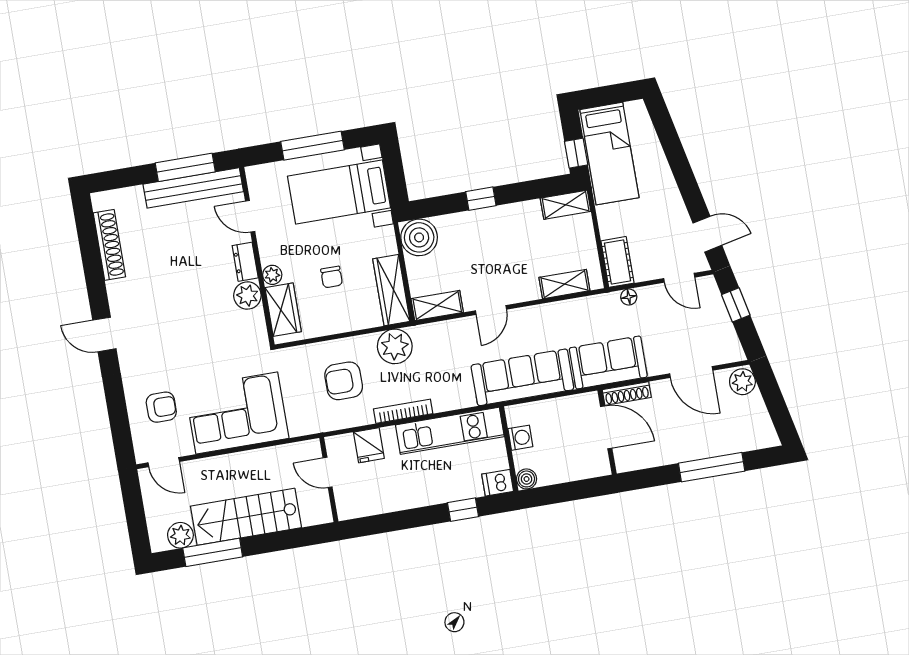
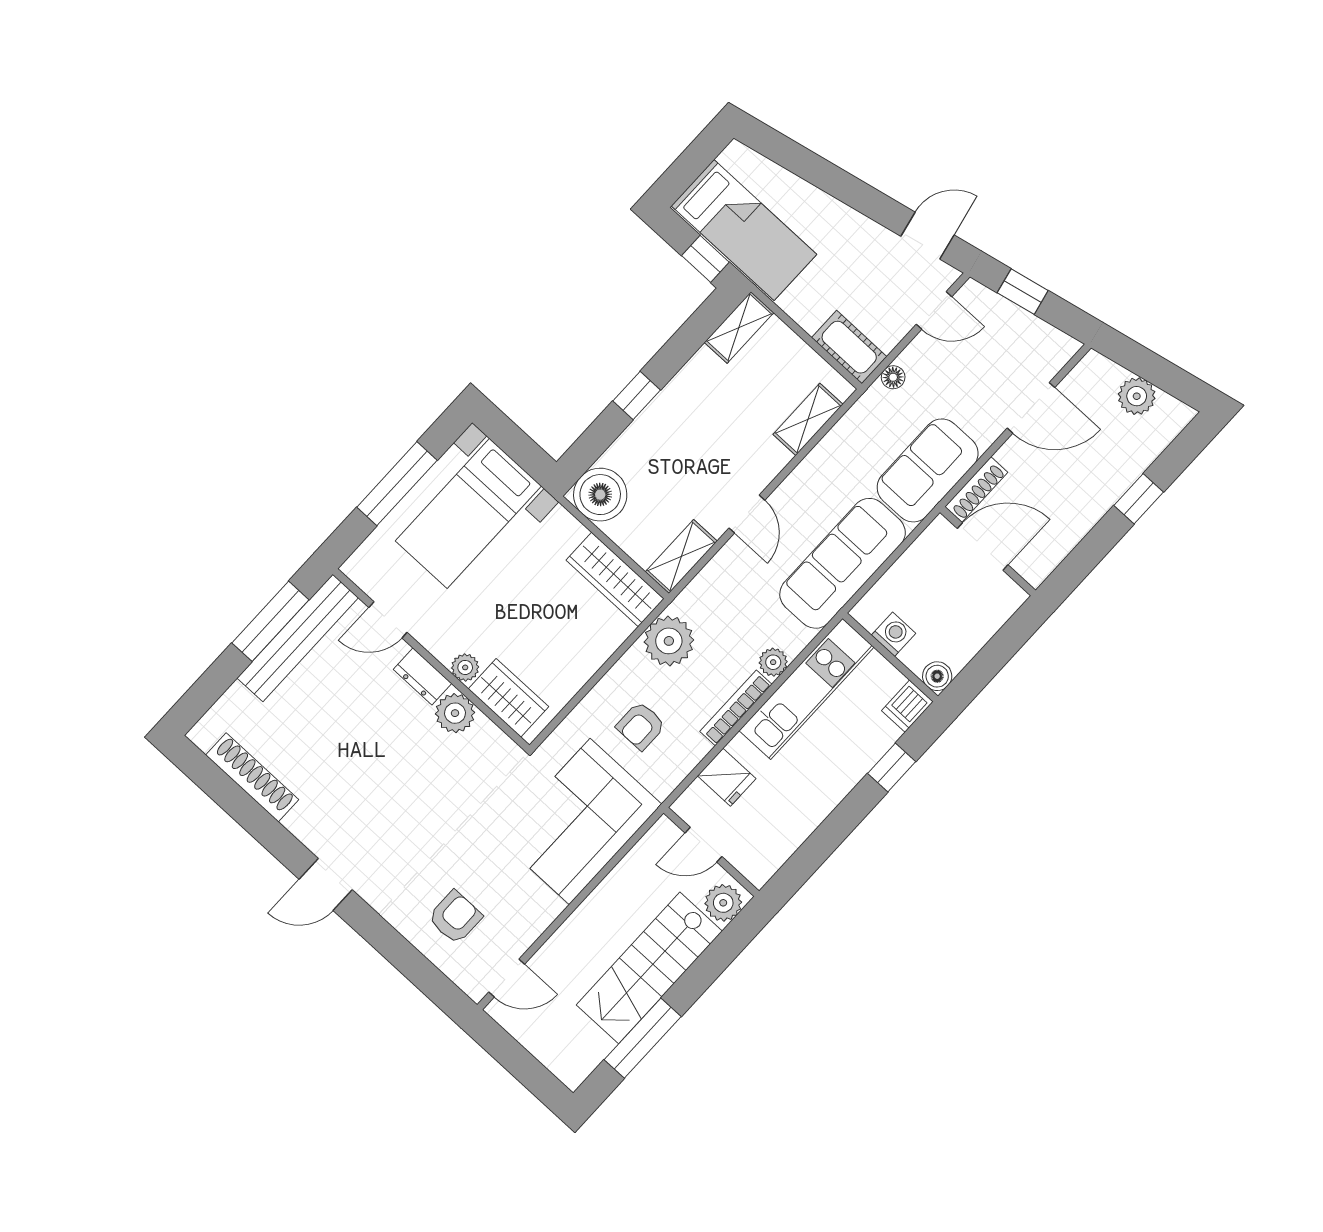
chair: (332, 277) -> (535, 617), removed
armchair: (344, 381) -> (641, 726), width x0.72, depth x0.72
plant: (742, 382) -> (1137, 396), moved
plant: (443, 402) -> (773, 662), added
corner sofa: (237, 413) -> (580, 821), moved
window: (712, 467) -> (1139, 499), width x0.46
plant: (180, 535) -> (723, 903), moved

